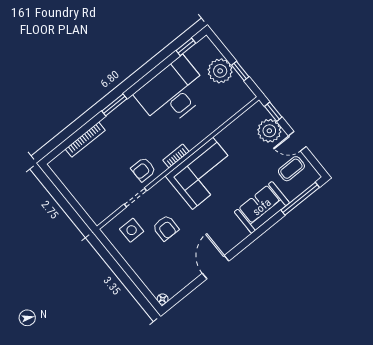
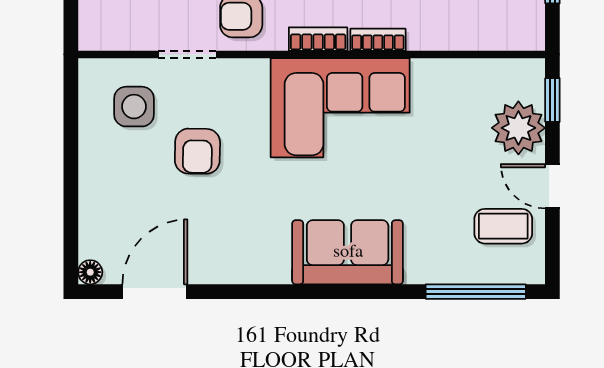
bookcase: (197, 140) -> (378, 40), added
sofa: (262, 207) -> (348, 252), moved
door: (216, 267) -> (155, 292), moved

